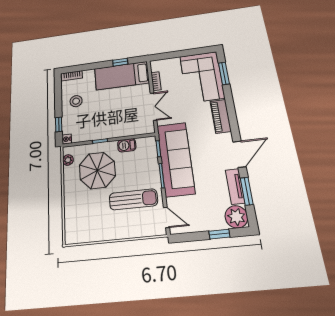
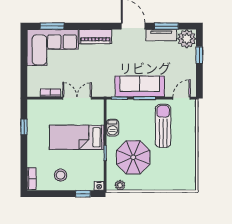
bed: (122, 76) -> (77, 137), moved, turned 90
sofa: (176, 159) -> (140, 86), width x0.74, depth x0.79

